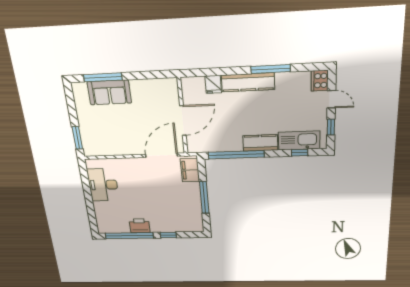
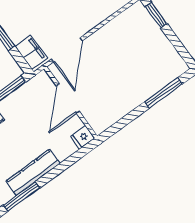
fridge: (213, 84) -> (83, 137), moved, turned -90
sofa: (109, 92) -> (150, 82), removed

